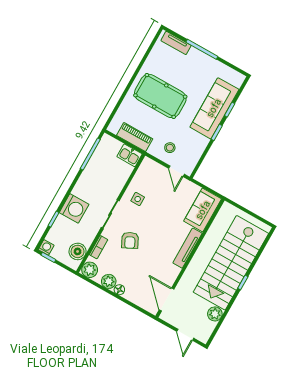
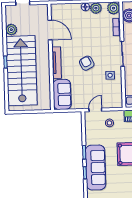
door: (177, 171) -> (95, 110), hinge flipped
armchair: (130, 240) -> (87, 63), moved
door: (167, 299) -> (50, 30), moved

